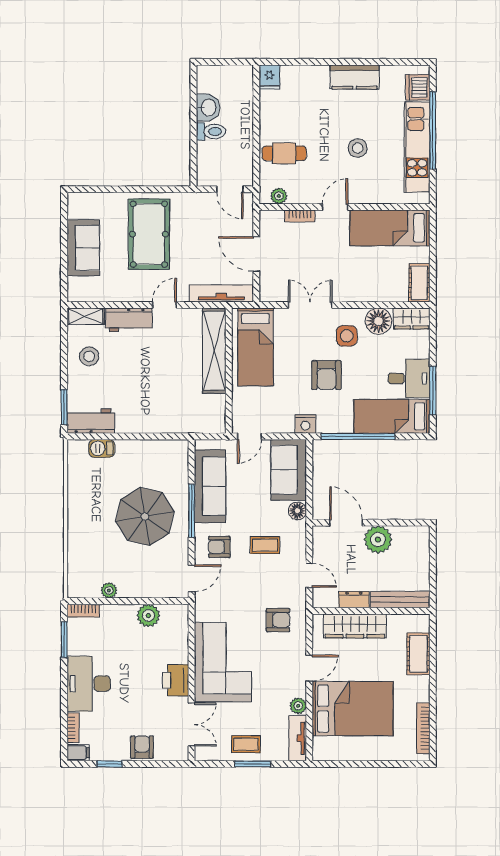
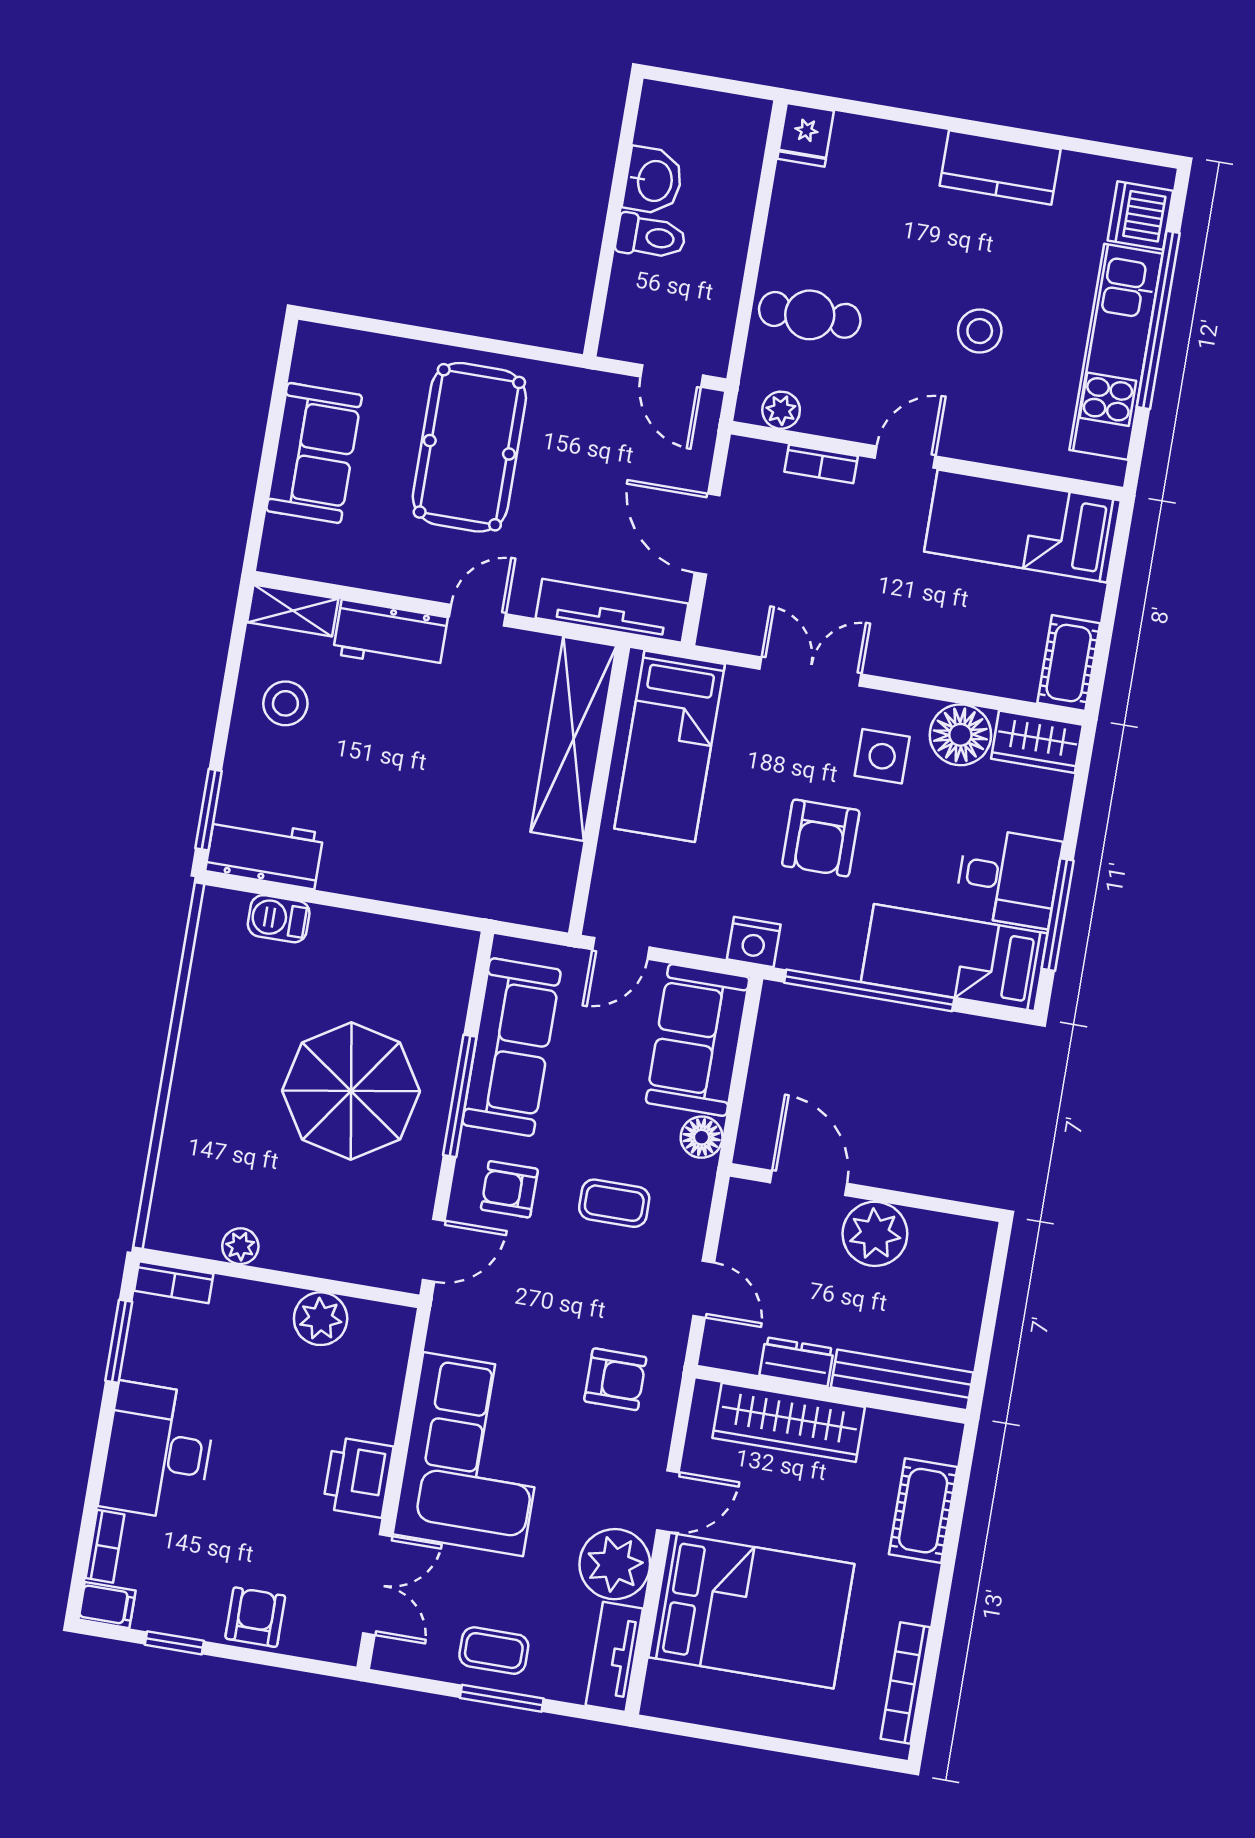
plant: (298, 706) -> (615, 1564), width x1.87, depth x1.87

